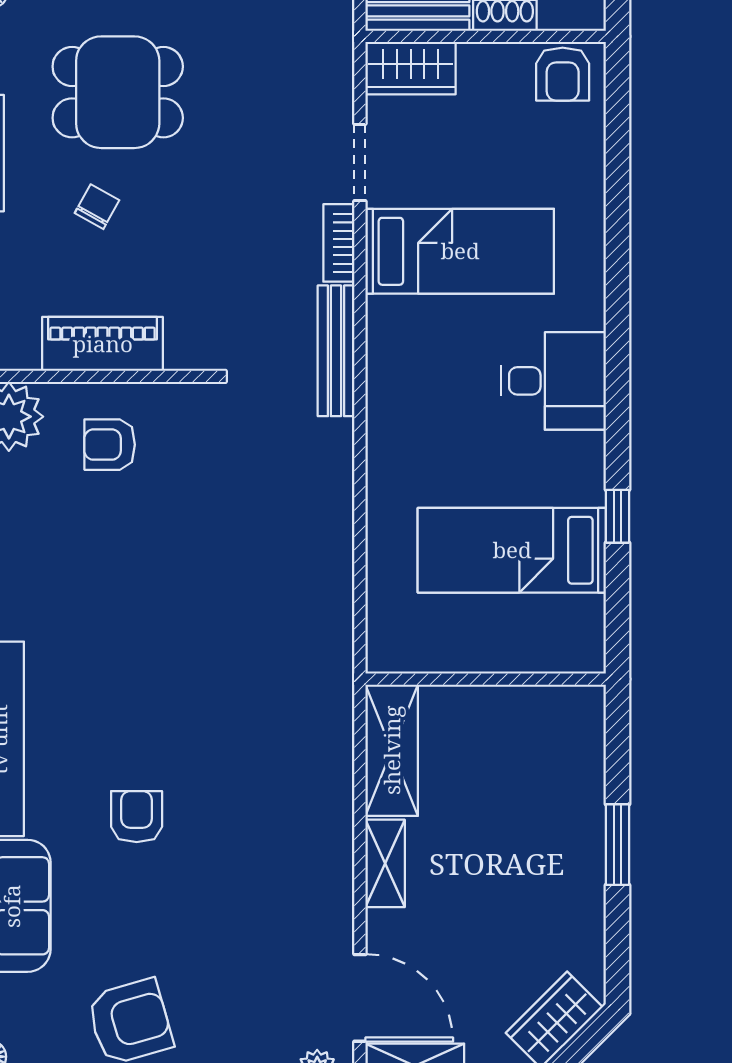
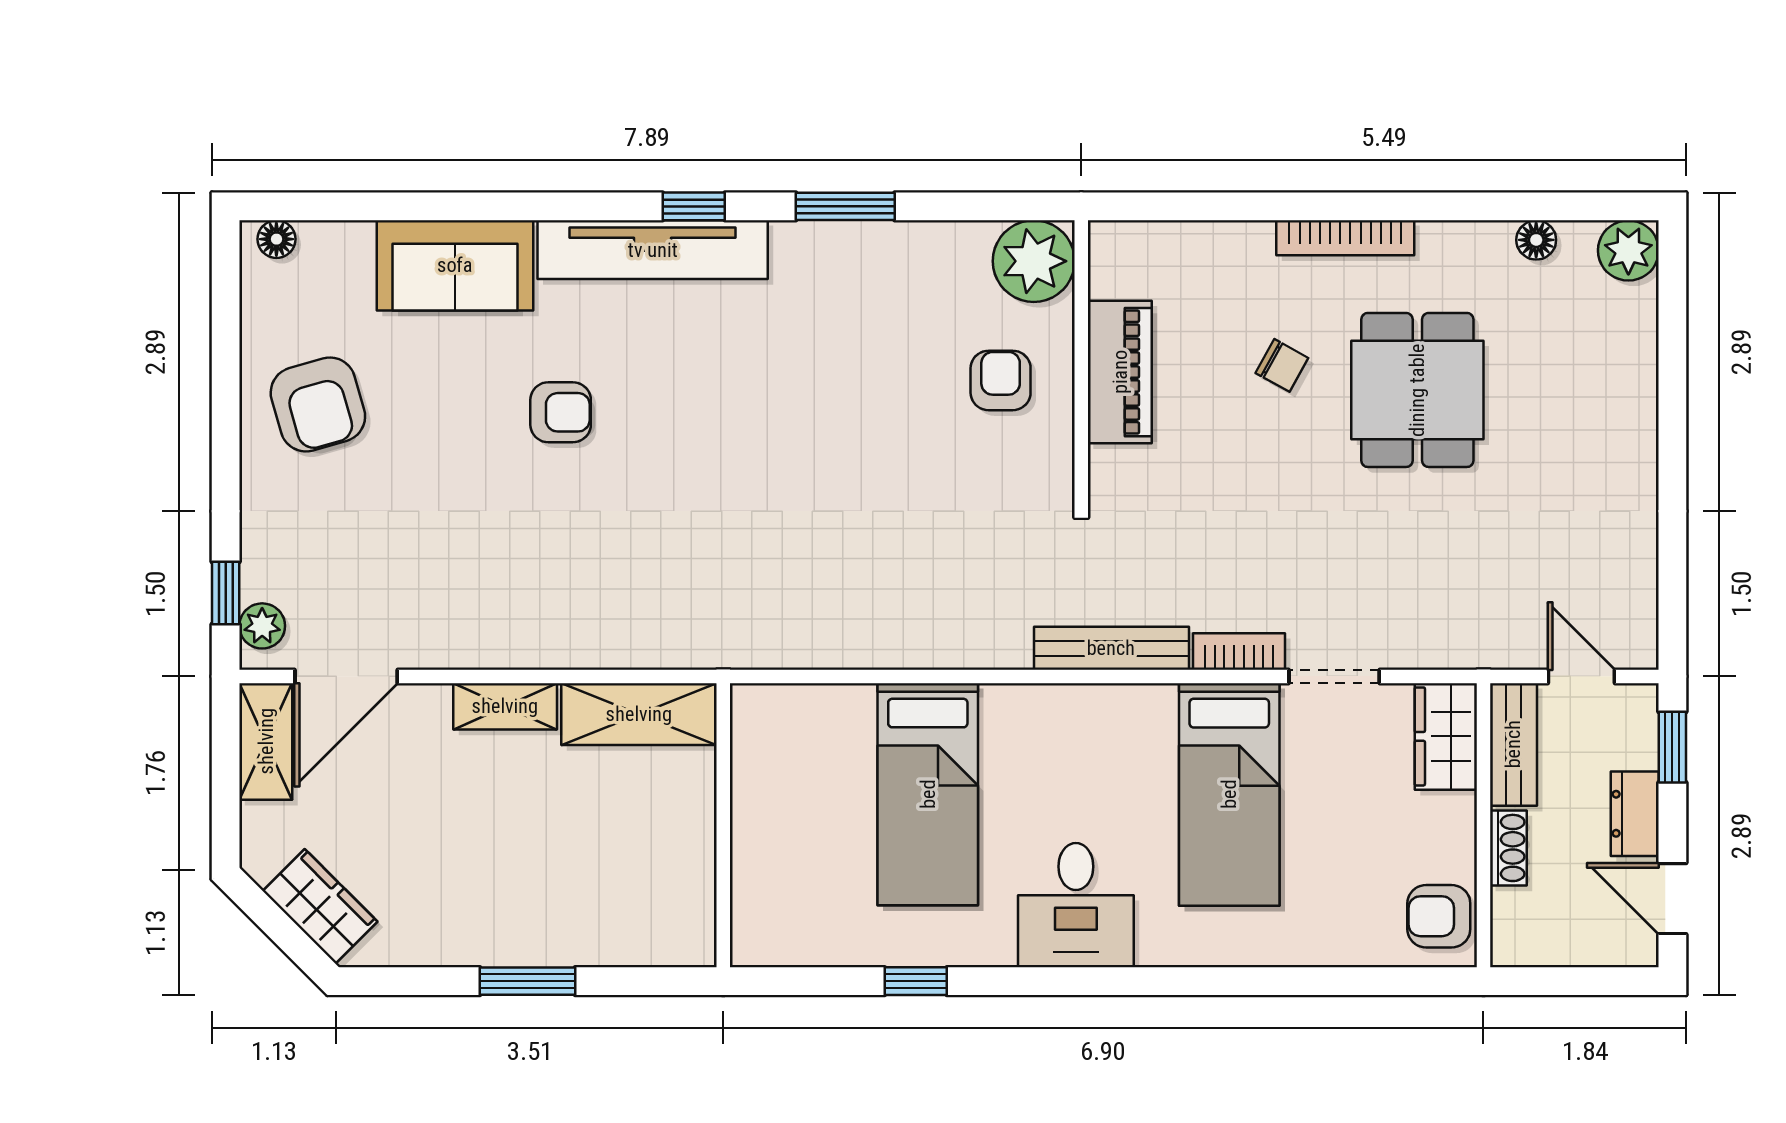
bed: (512, 550) -> (928, 794), moved, turned 180

